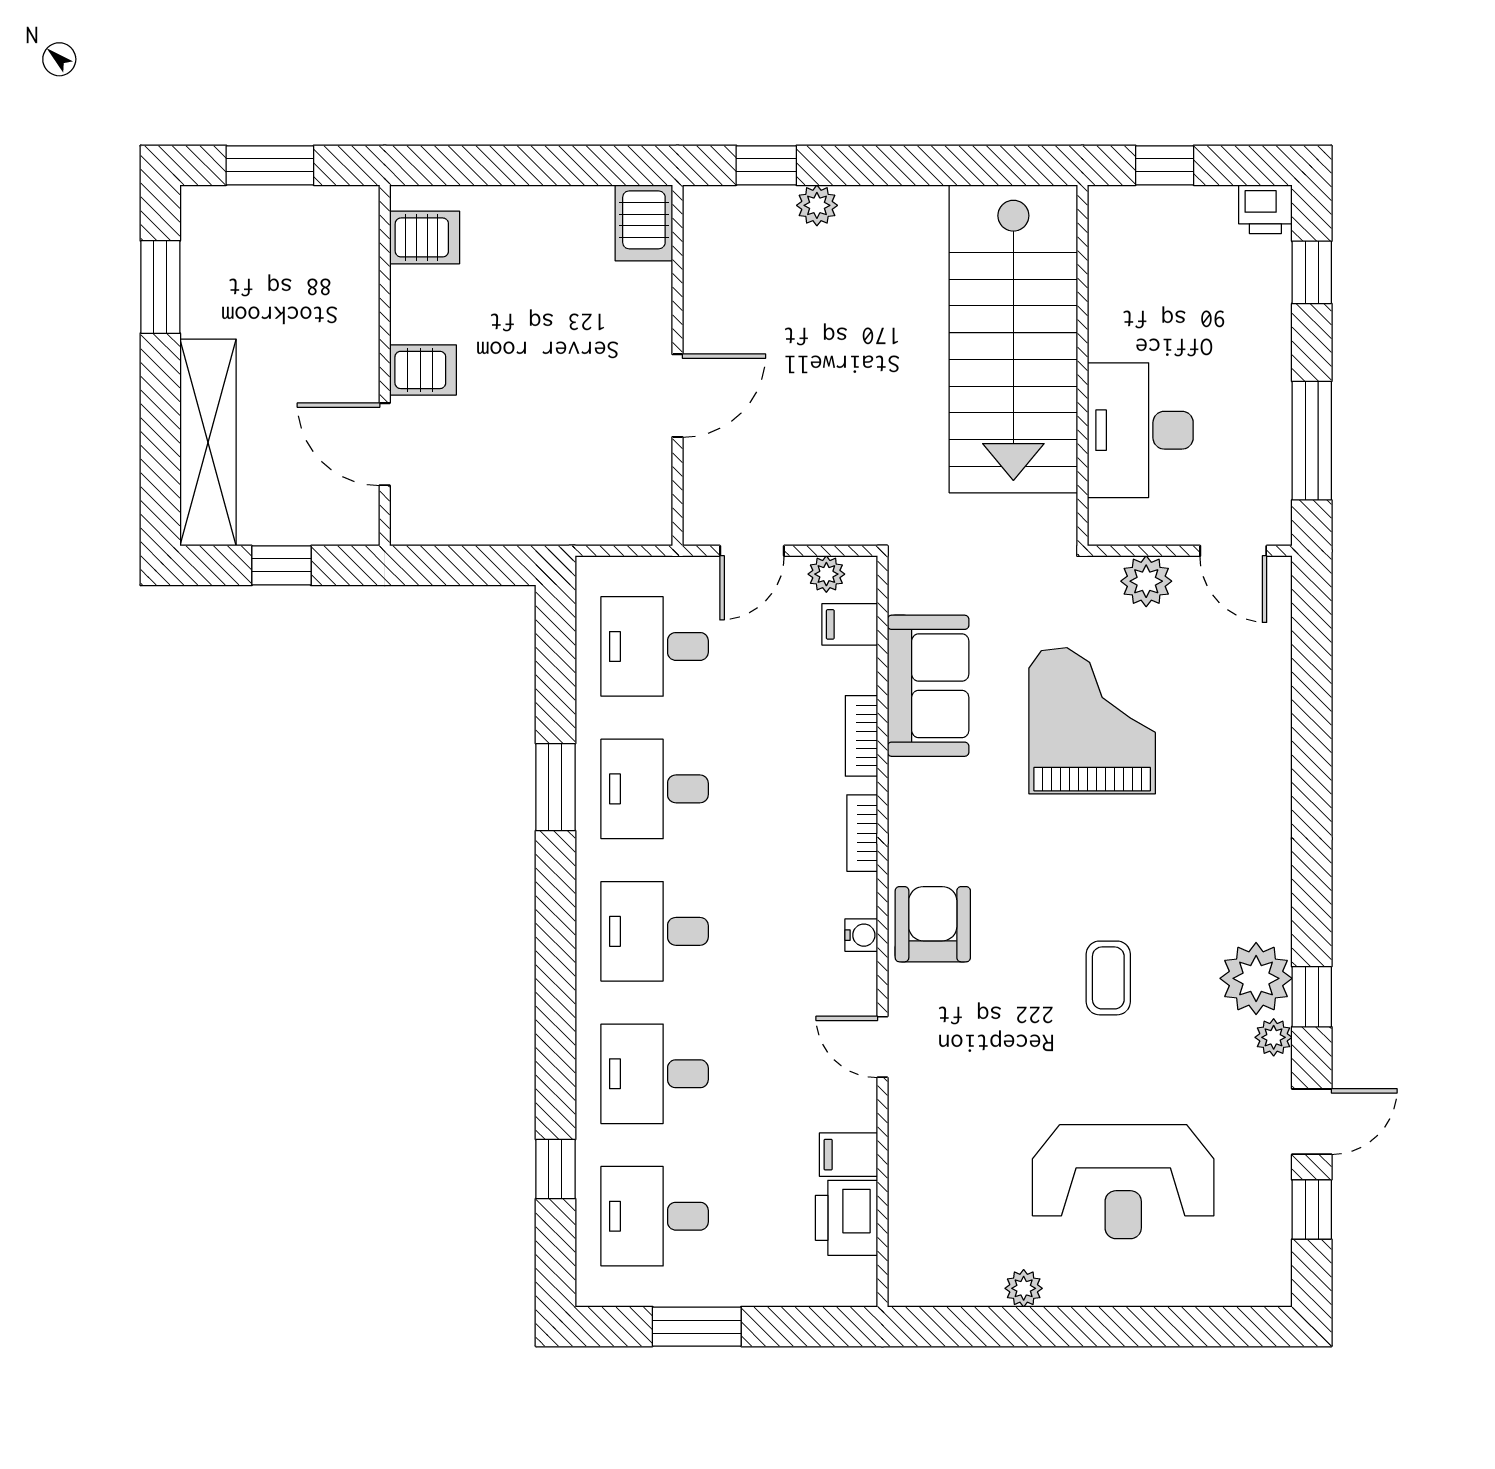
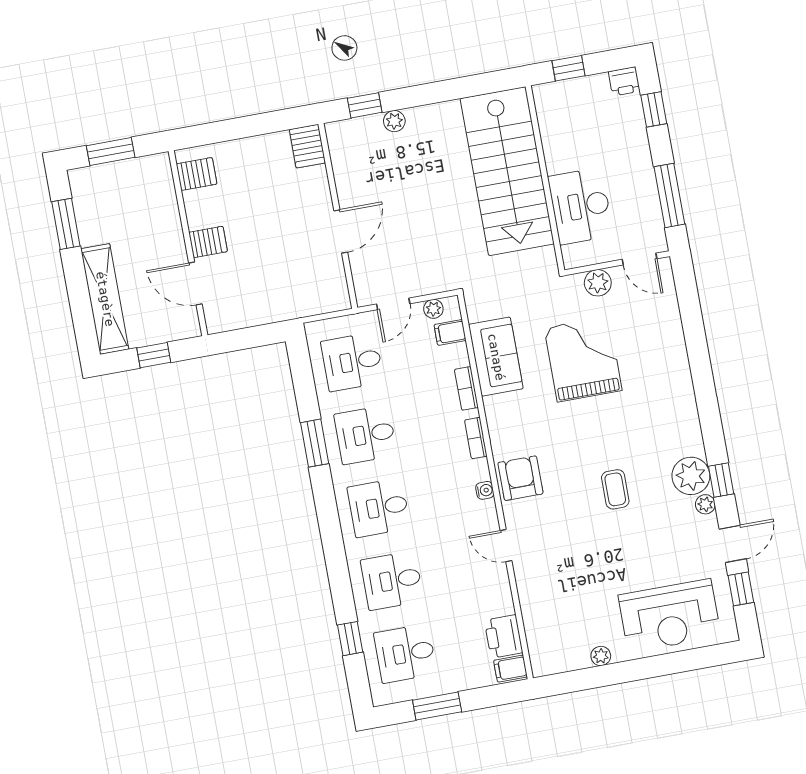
filing cabinet: (848, 1155) -> (510, 669), moved
reception desk: (1123, 1182) -> (670, 616), moved

